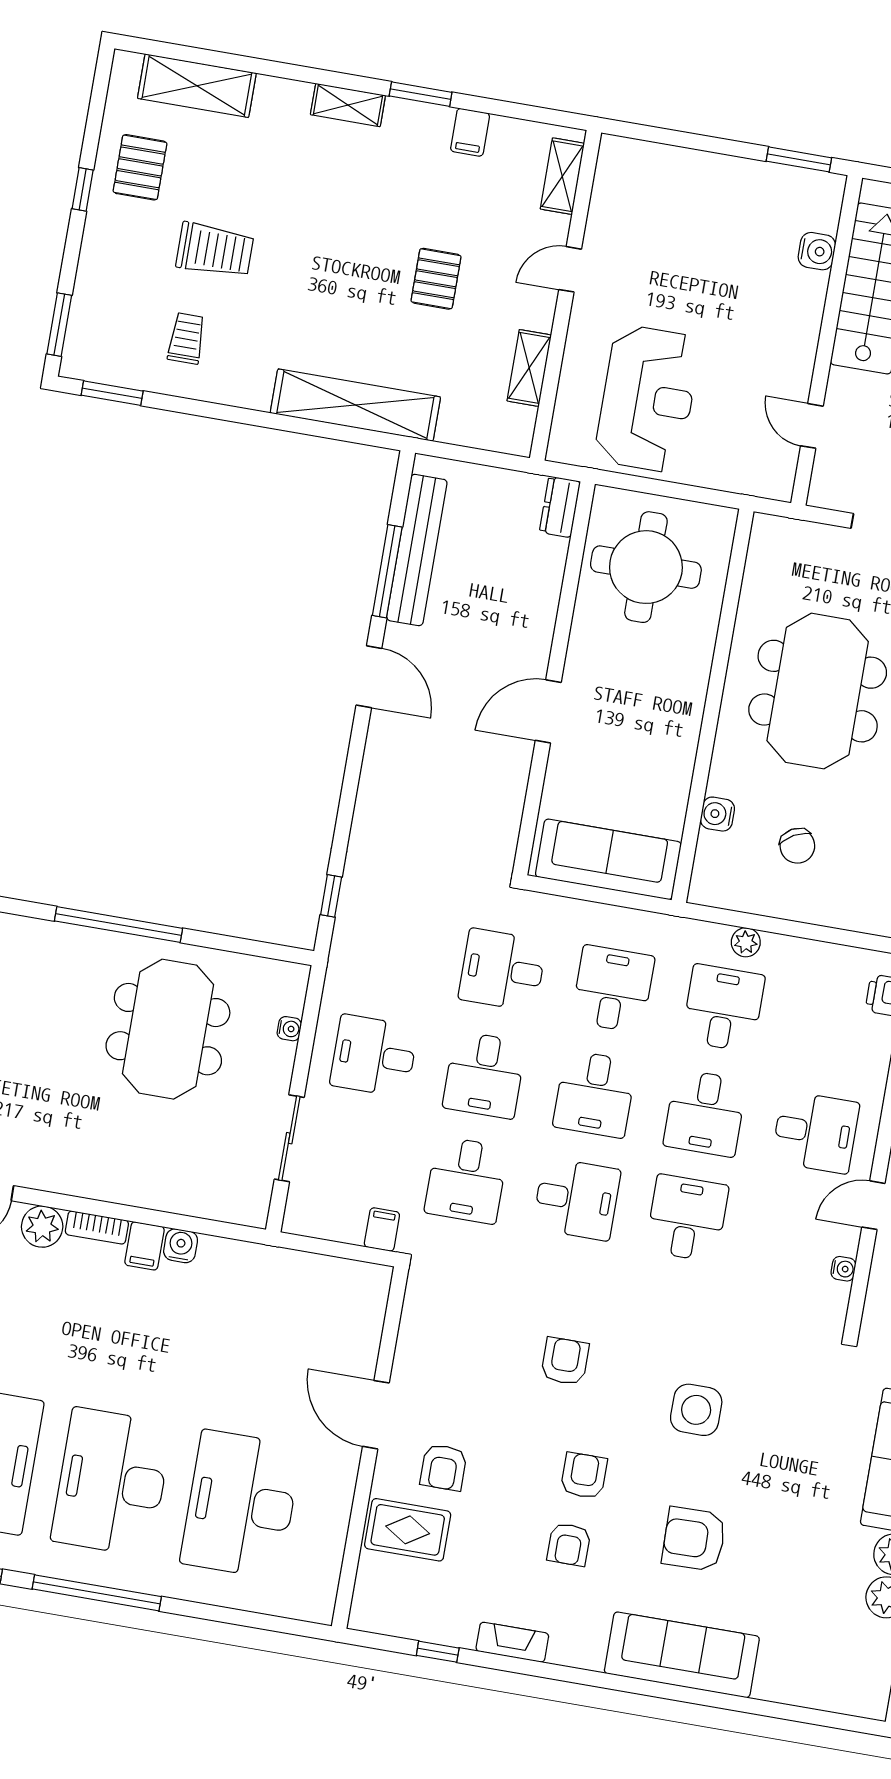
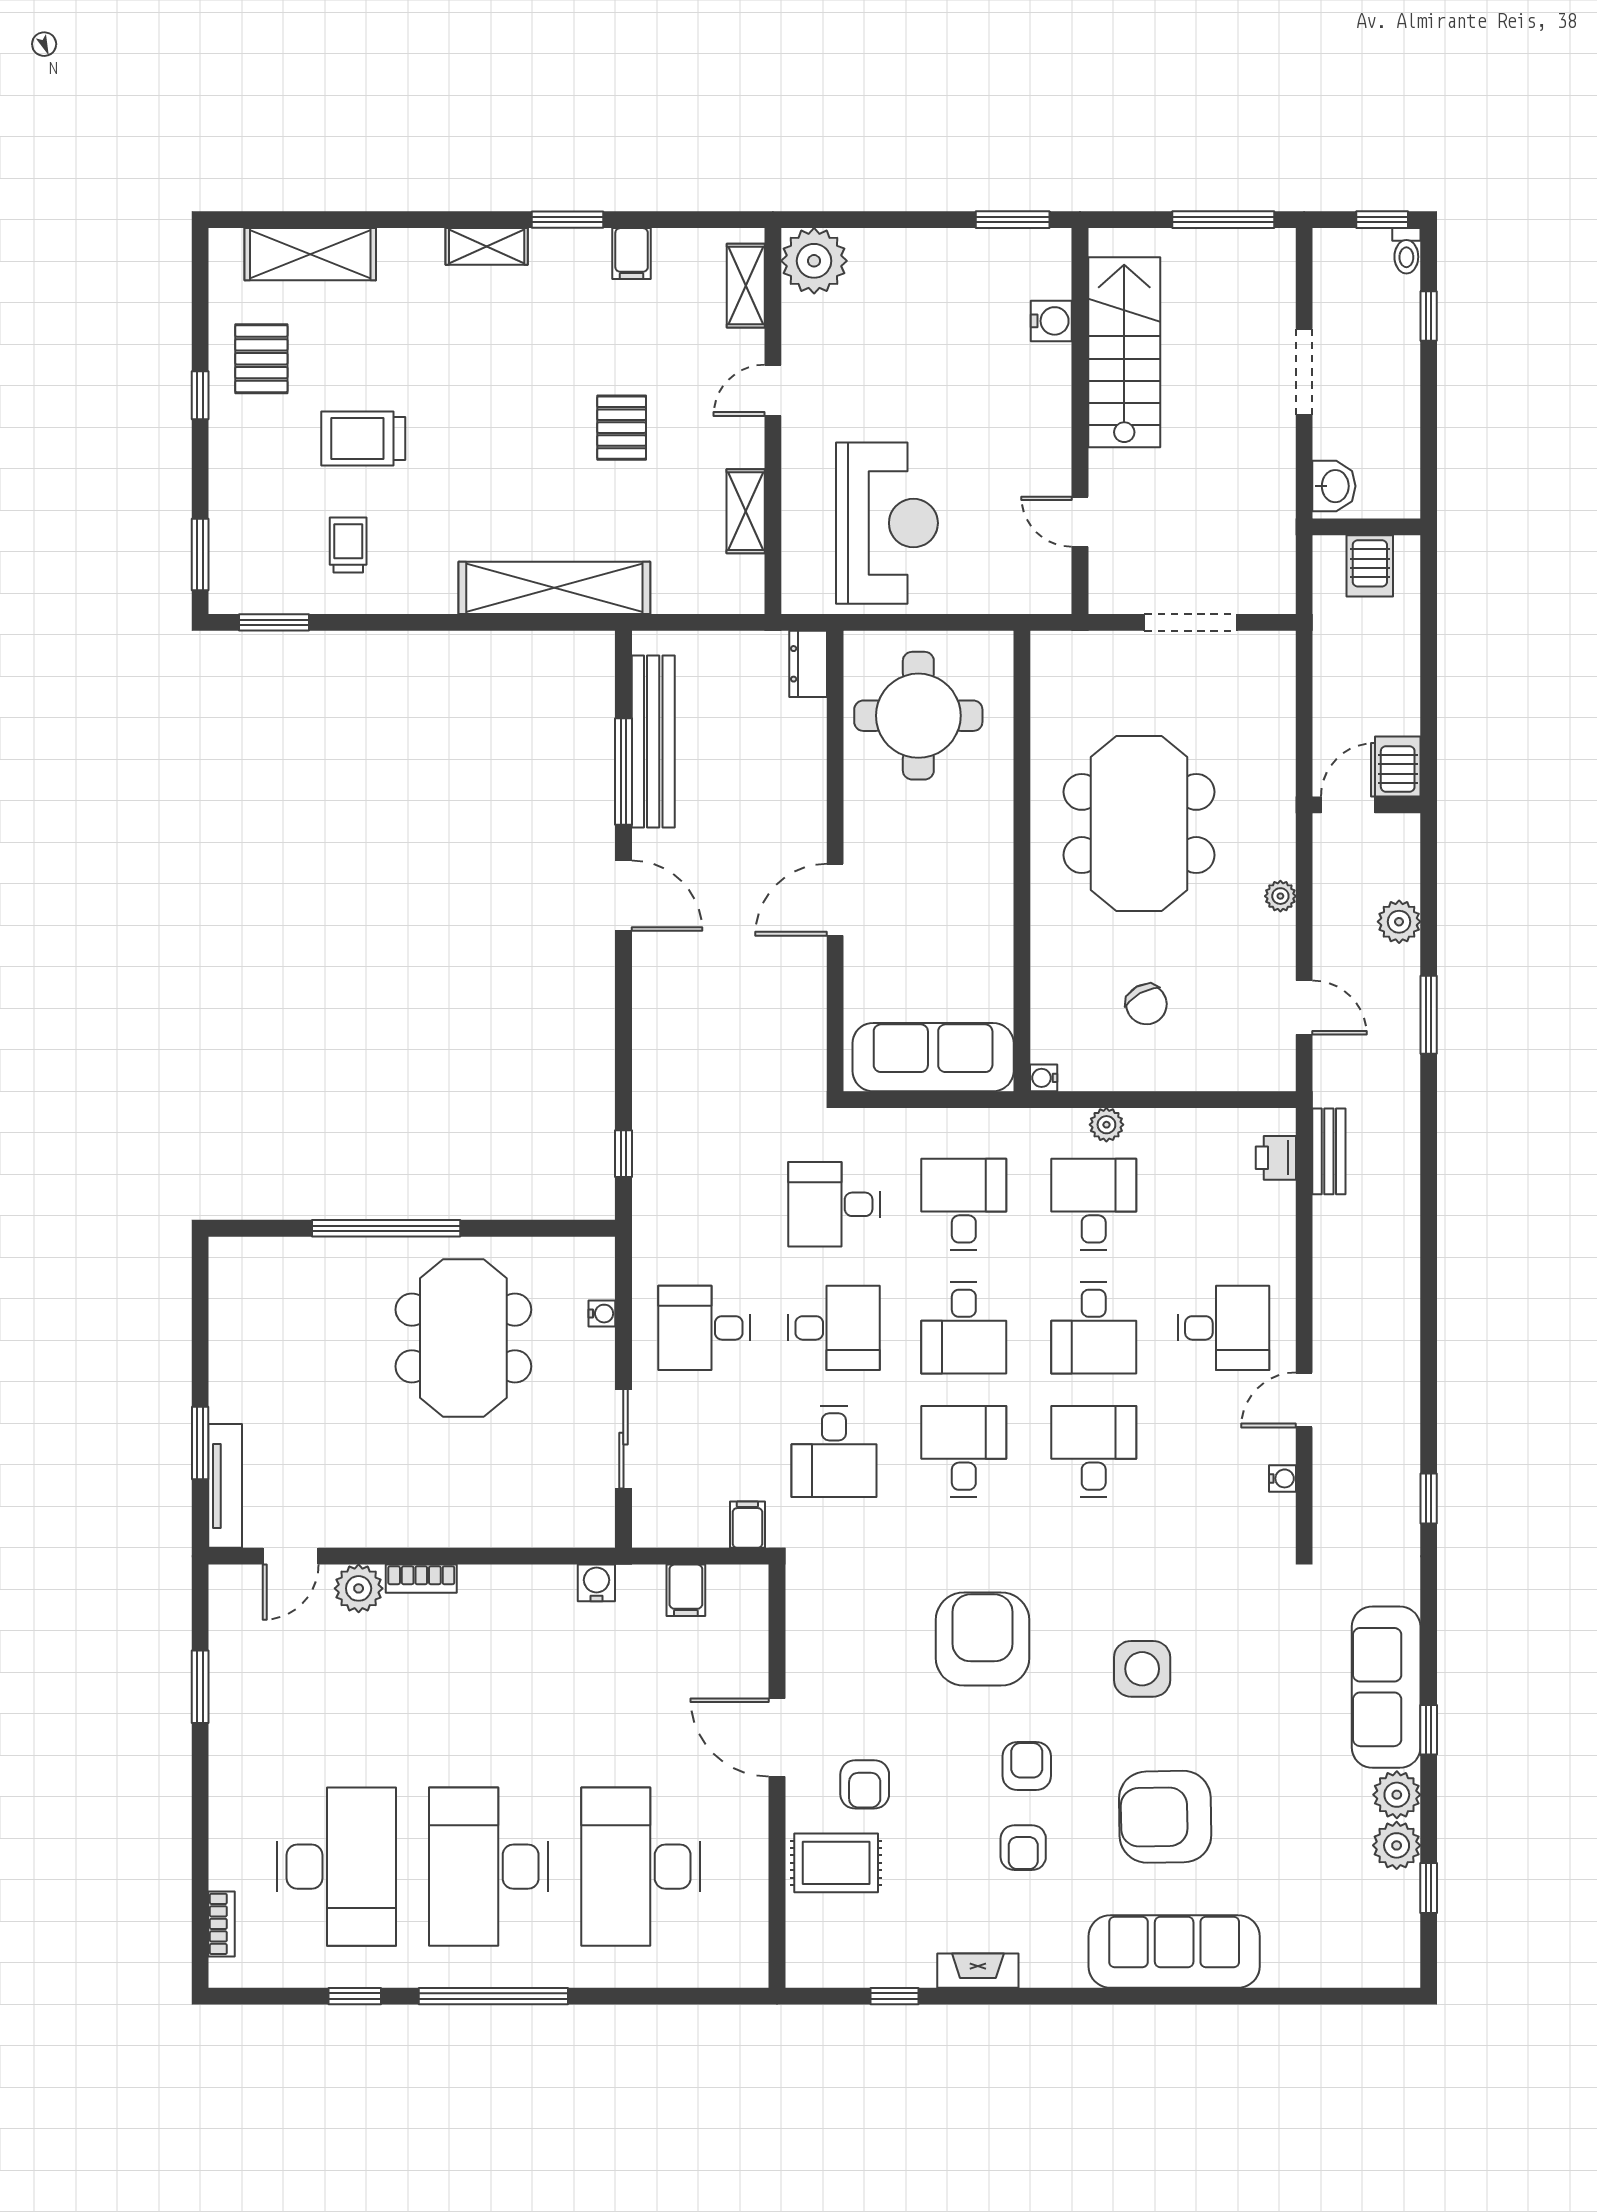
plant: (624, 165) -> (814, 261), added
trolley: (215, 250) -> (363, 439), turned 180
water cooler: (717, 814) -> (1044, 1078), moved, width x0.72, depth x0.72
desk: (484, 1075) -> (834, 1328), turned -90
desk: (577, 1199) -> (964, 1452), turned -90
filing cabinet: (144, 1246) -> (686, 1590), moved
water cooler: (181, 1246) -> (596, 1583), moved
armchair: (565, 1361) -> (982, 1639), width x1.88, depth x1.88
armchair: (694, 1539) -> (1165, 1817), width x1.36, depth x1.36

